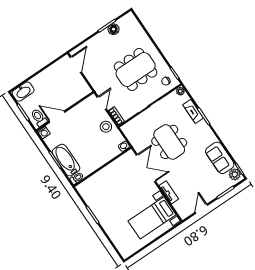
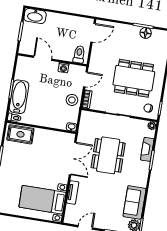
toilet: (39, 117) -> (79, 54), moved
washing machine: (44, 133) -> (63, 68), moved
rug: (92, 186) -> (20, 134), added

